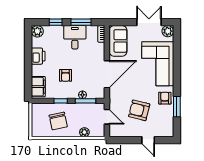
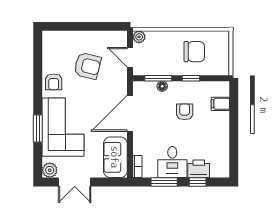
plant: (37, 31) -> (222, 170), removed
printer: (38, 56) -> (199, 169), moved, turned 90
filing cabinet: (38, 87) -> (220, 104), width x0.50
window: (177, 107) -> (38, 129), moved
chair: (58, 121) -> (194, 52), turned 102
plant: (84, 132) -> (139, 37), moved
door: (148, 140) -> (76, 26), removed

